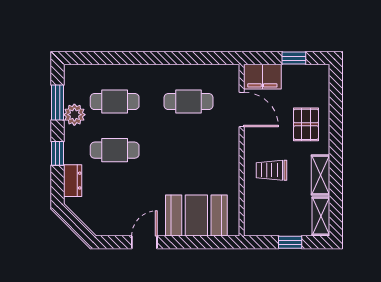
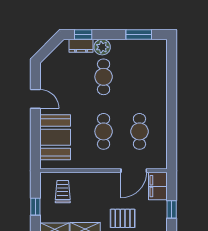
cafe table: (115, 102) -> (104, 131), moved
plant: (74, 115) -> (102, 47), moved
window: (57, 153) -> (83, 34), moved
trolley: (271, 170) -> (63, 192), moved

